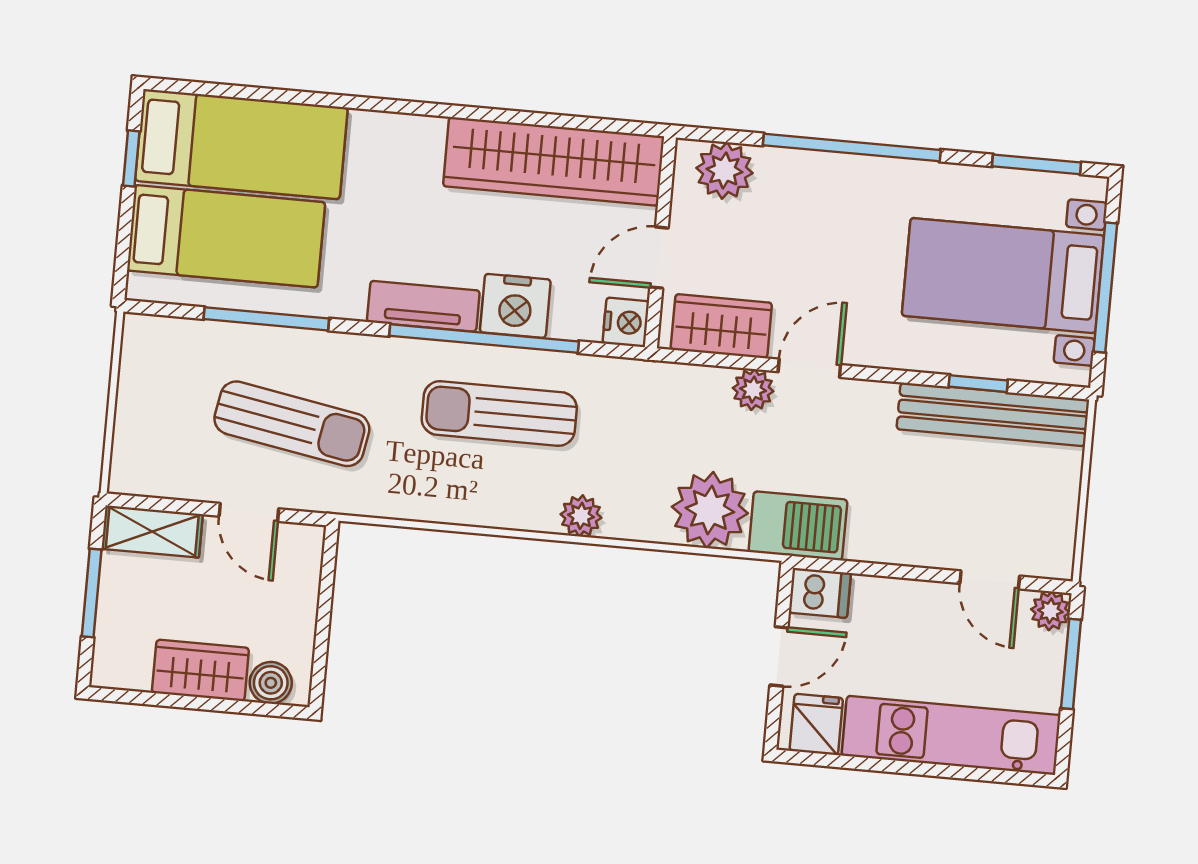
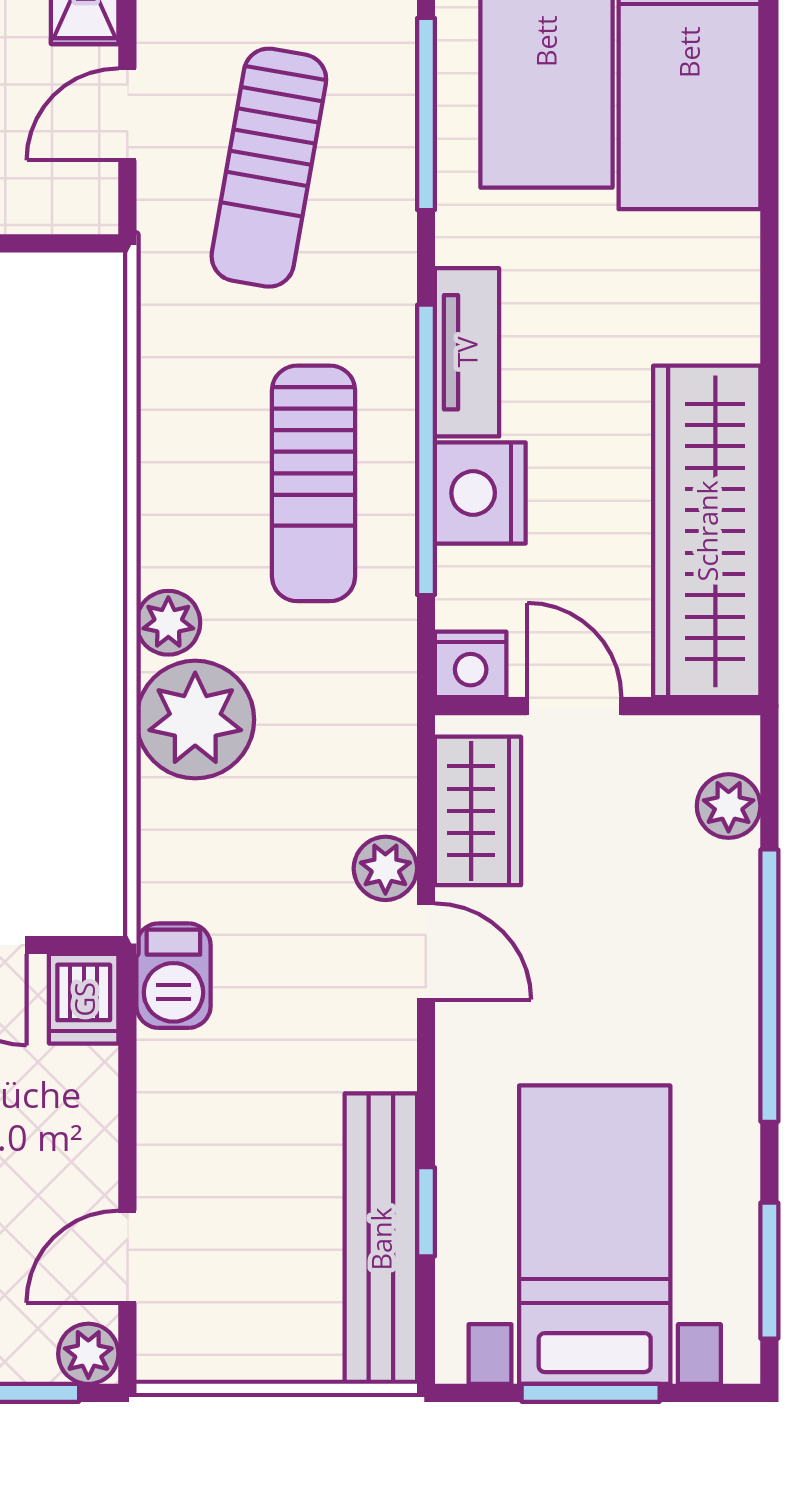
plant: (724, 170) -> (729, 806), width x0.73, depth x0.73
window: (1105, 288) -> (591, 1393), width x0.69
sun lounger: (499, 414) -> (314, 483), turned 180
plant: (710, 510) -> (195, 720), moved
barbecue: (798, 526) -> (173, 976), width x0.73, depth x0.79

